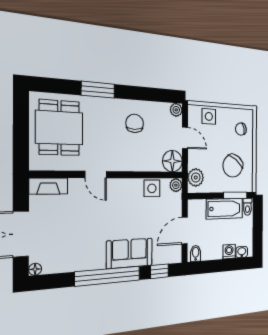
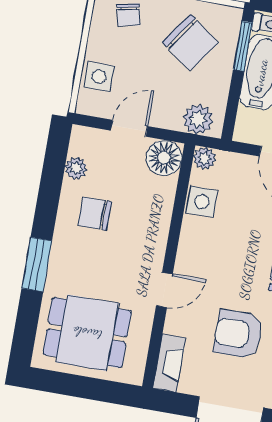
plant: (176, 110) -> (76, 168), moved
armchair: (76, 228) -> (238, 334), added

